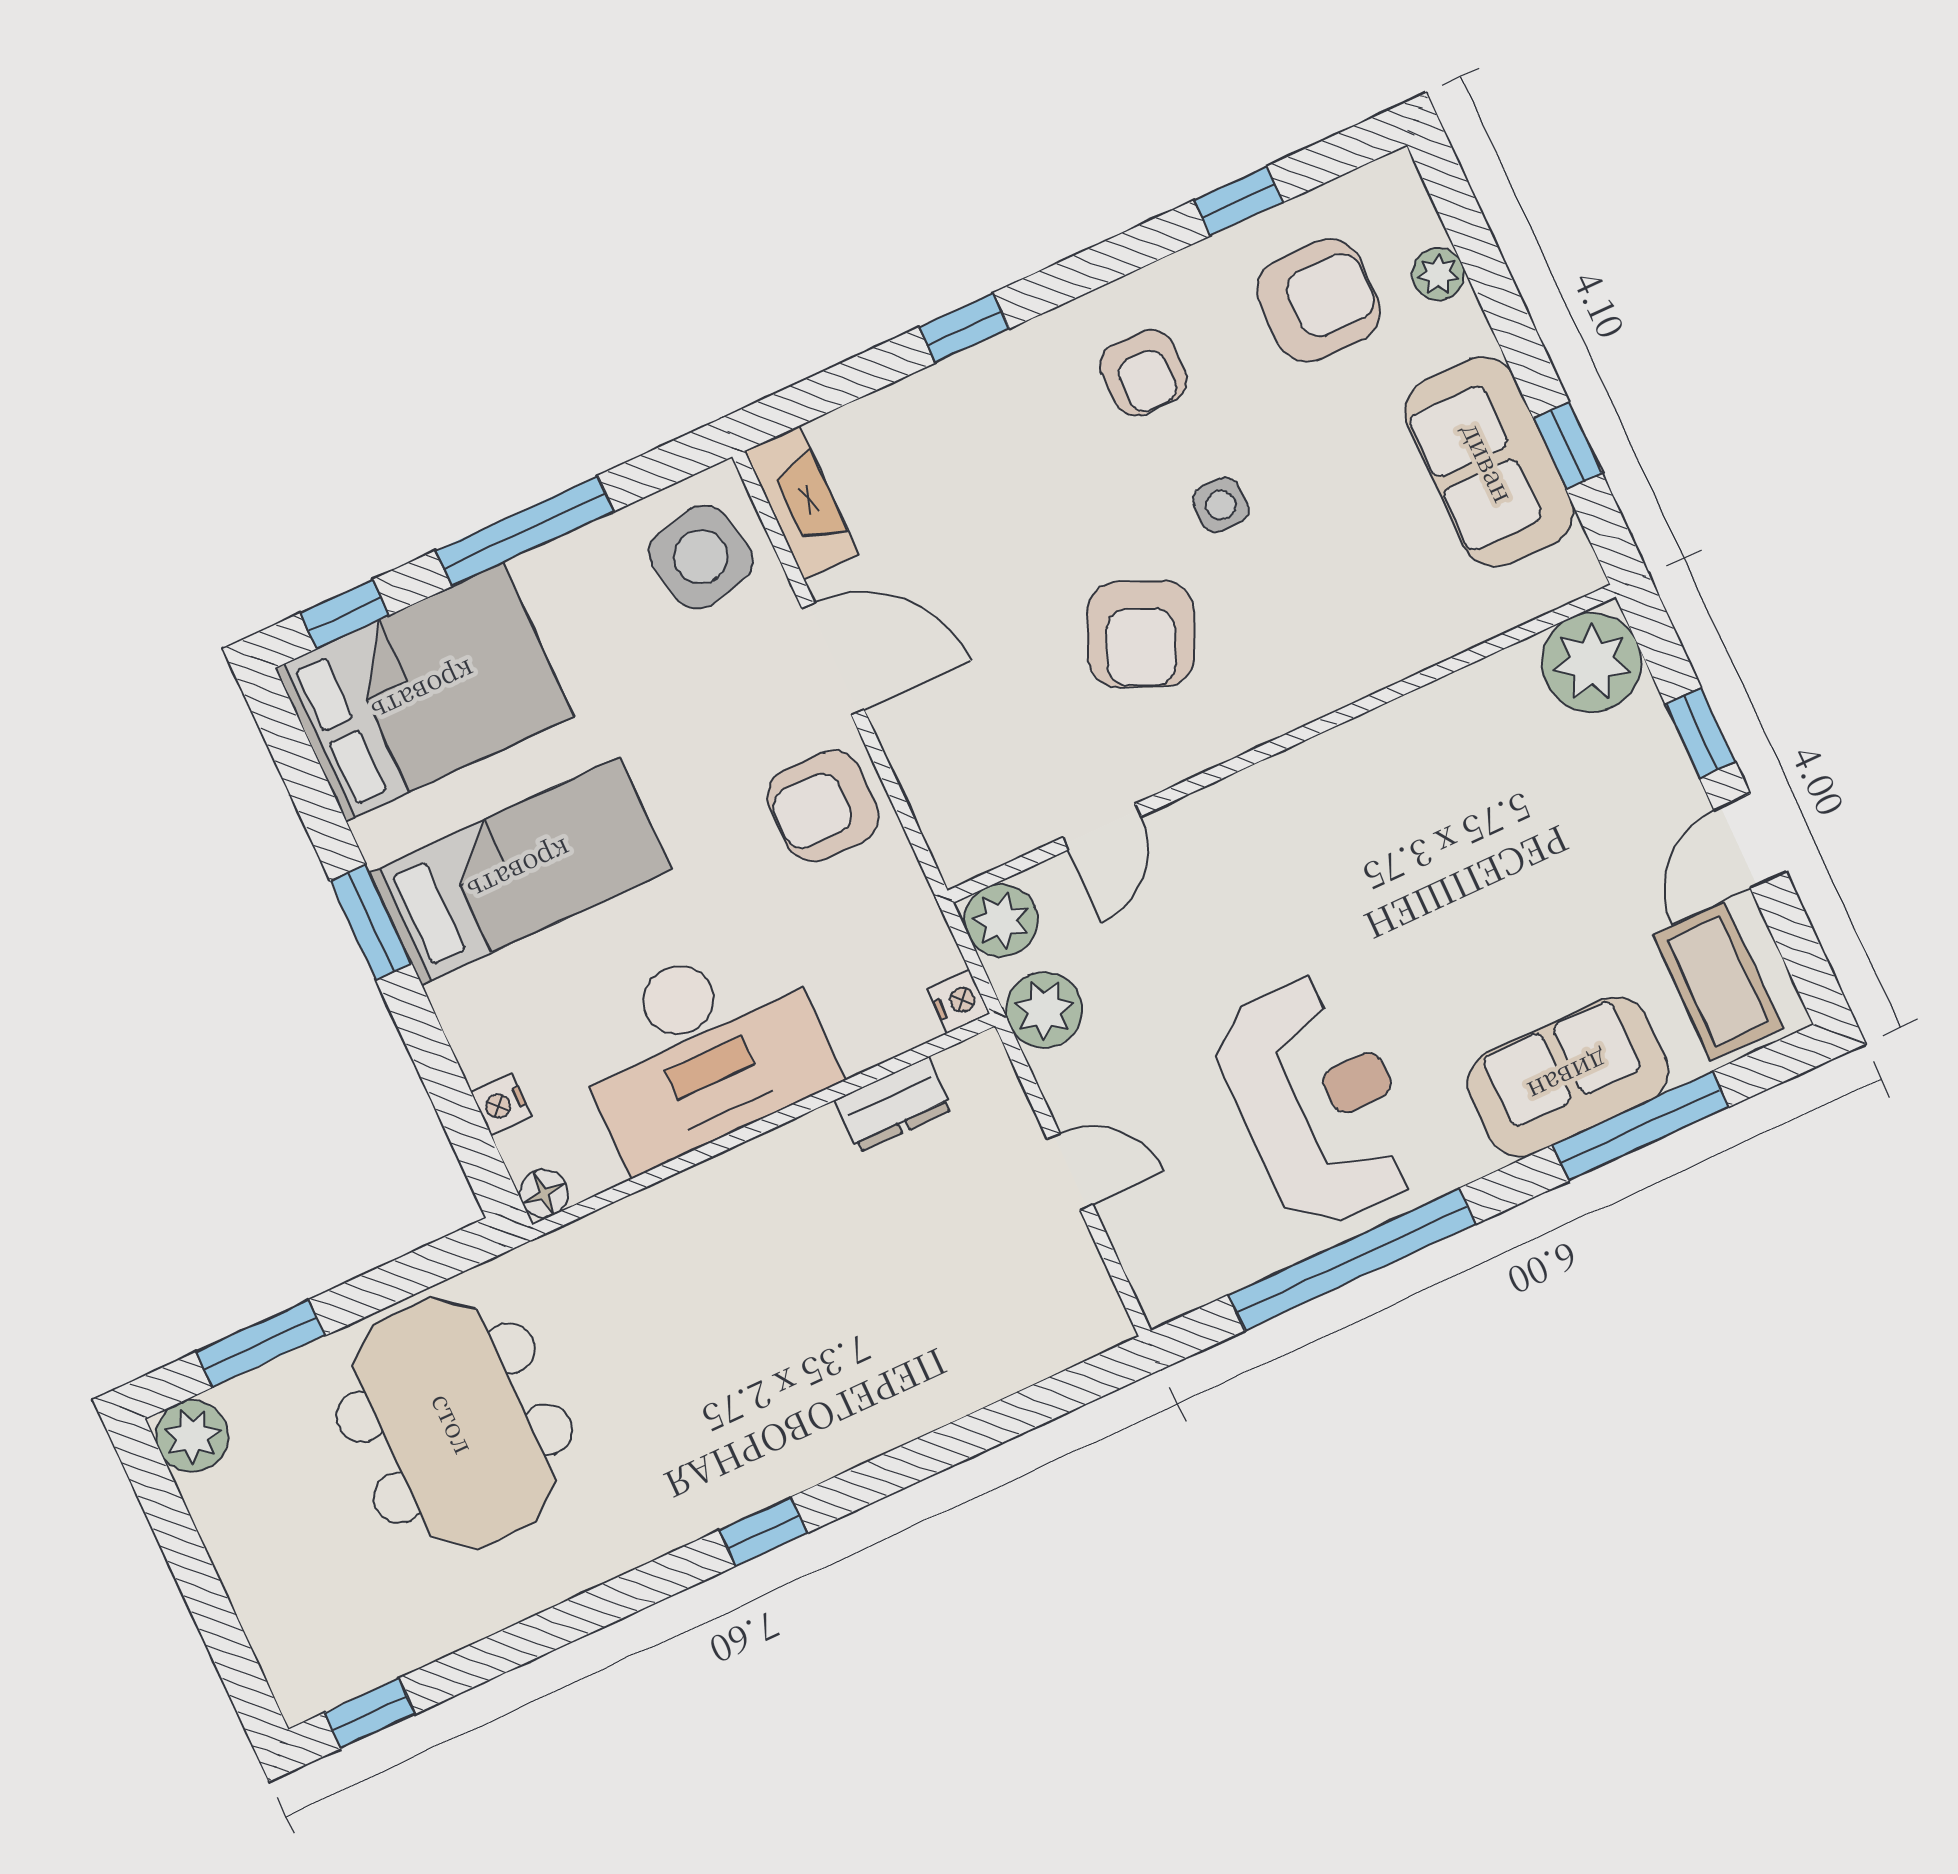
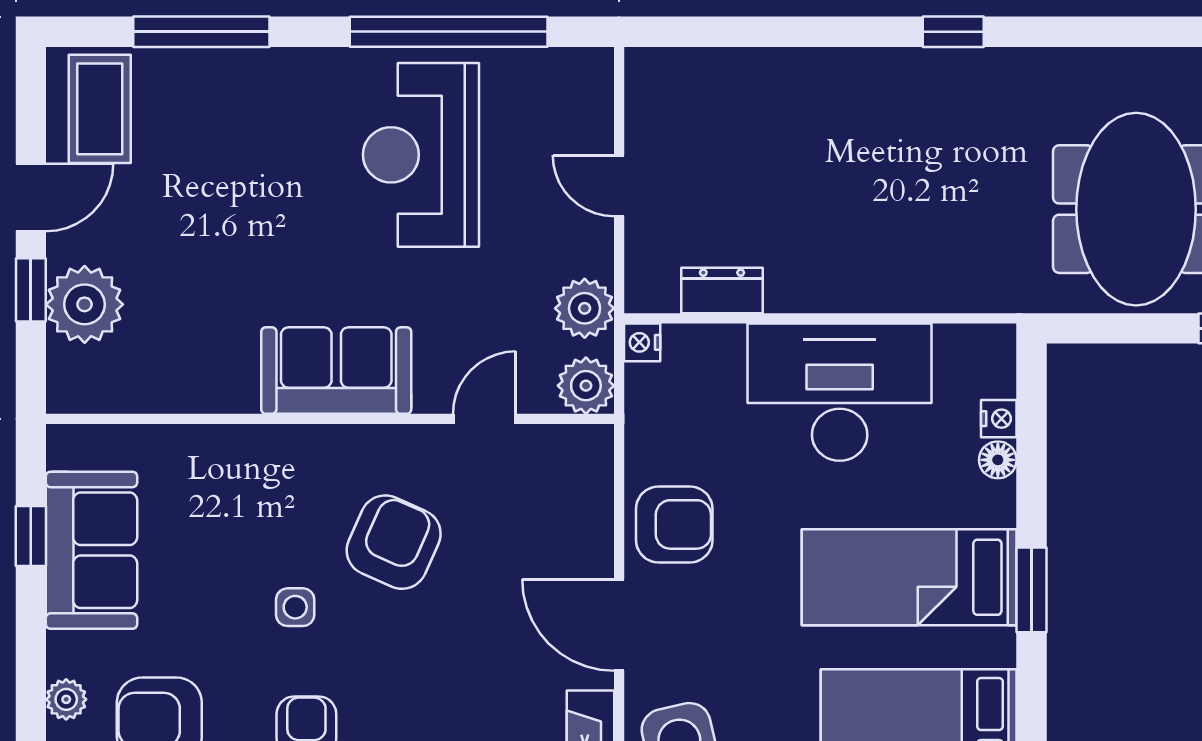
plant: (1592, 662) -> (85, 304), moved
sofa: (1568, 1077) -> (336, 371), moved, turned 180
floor lamp: (544, 1194) -> (998, 460), moved

